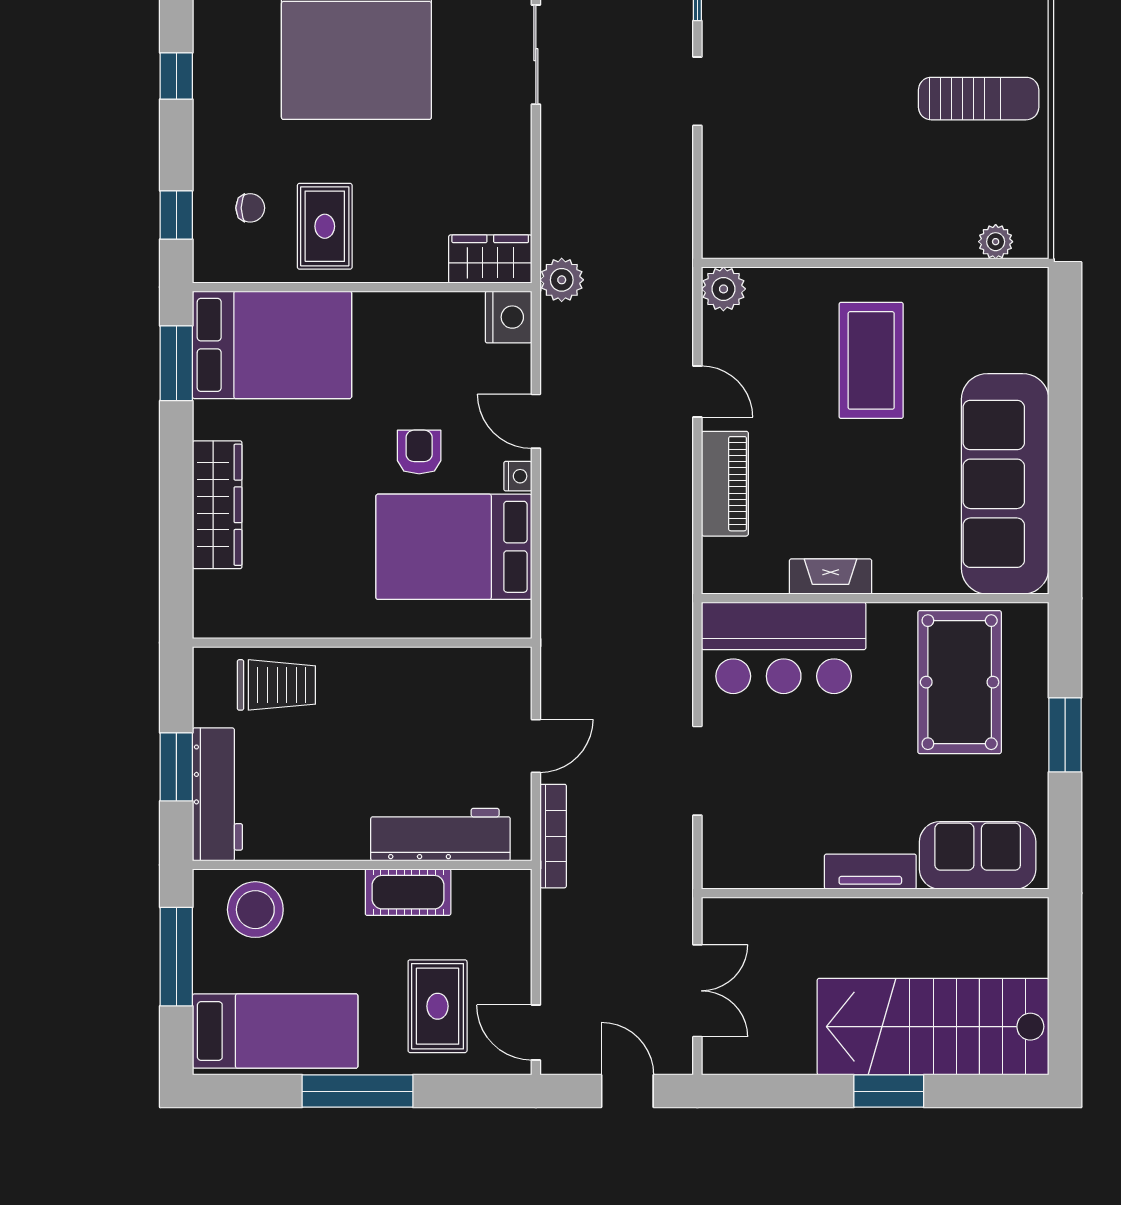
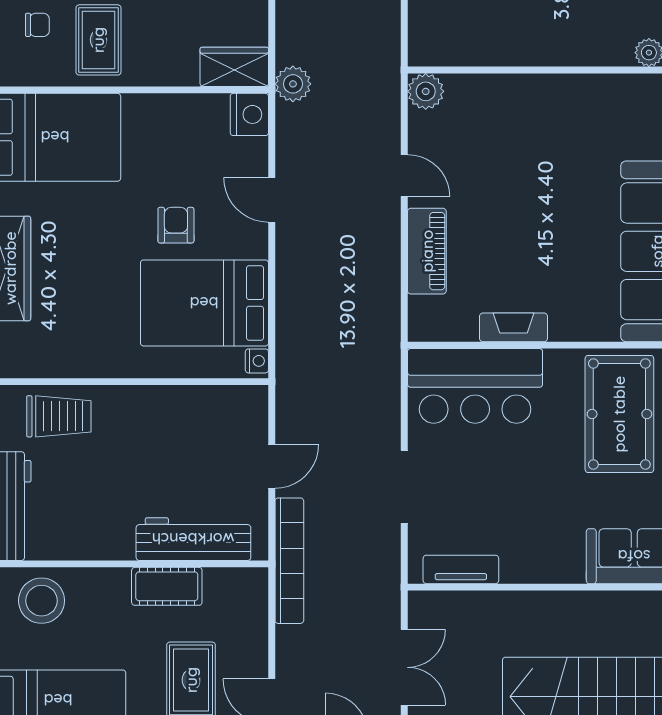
coffee table: (871, 360) -> (547, 150), removed
nightstand: (518, 476) -> (257, 361), moved
bookcase: (553, 836) -> (289, 561), width x1.48, depth x1.31
tv unit: (870, 872) -> (461, 569), moved

